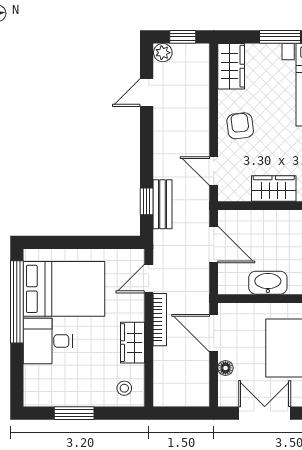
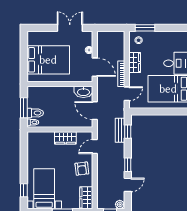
window: (147, 134) -> (128, 165), added
door: (214, 171) -> (95, 146), swing flipped
washbasin: (268, 283) -> (83, 92), moved
window: (74, 413) -> (145, 28), moved
double door: (265, 413) -> (70, 28), swing flipped

